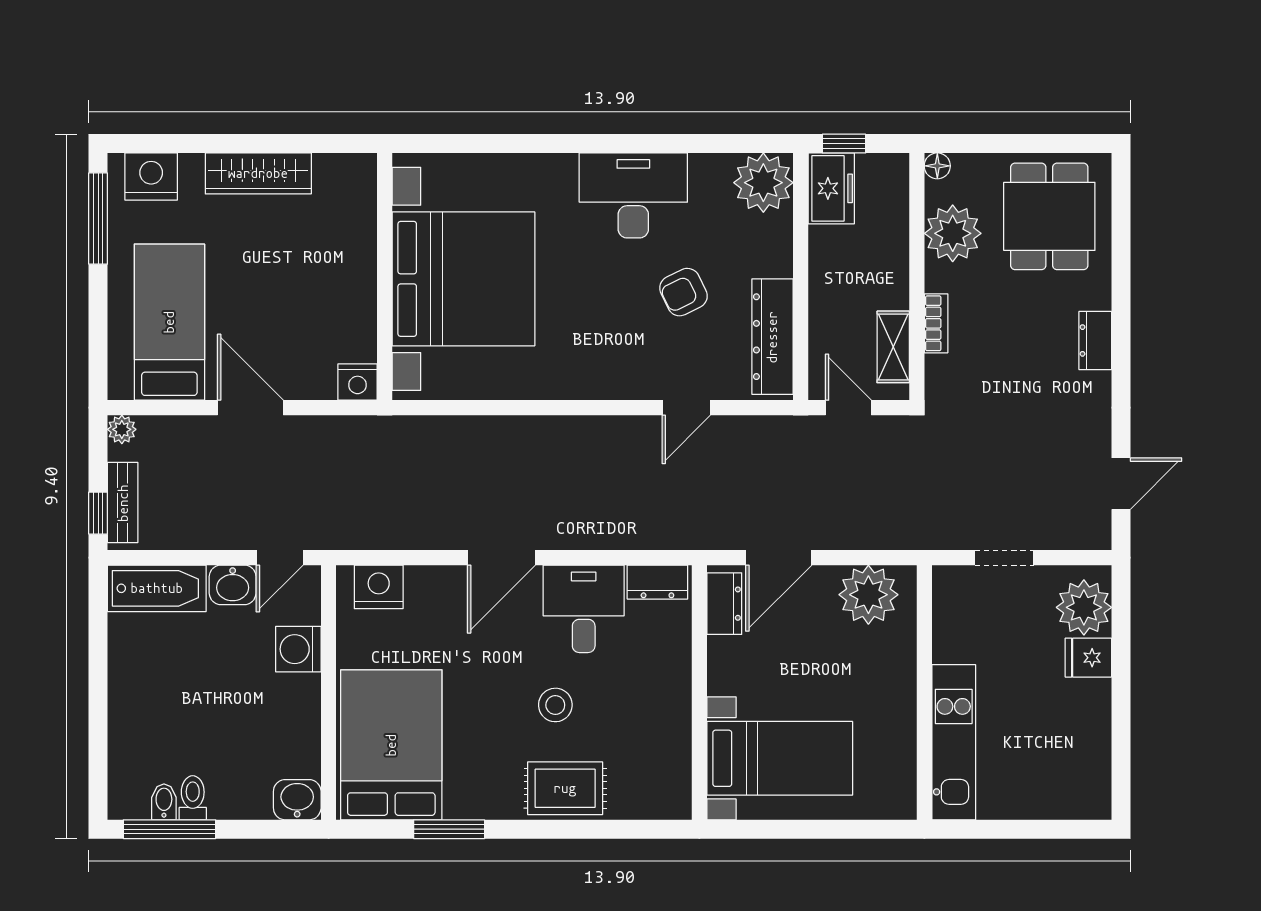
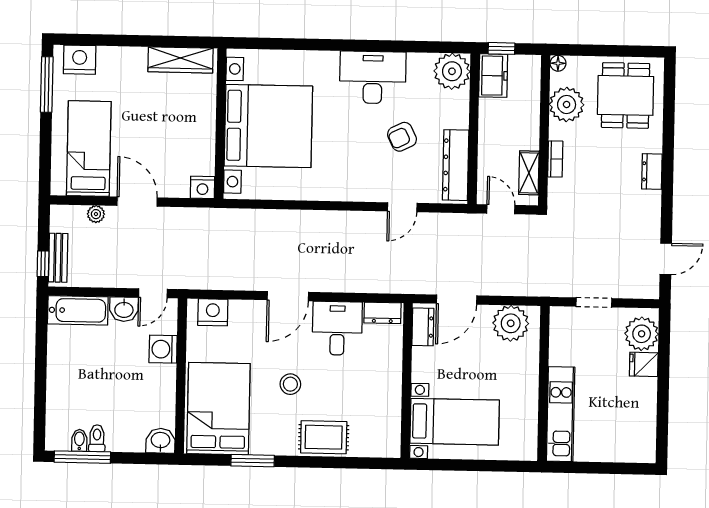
wardrobe: (258, 173) -> (181, 60), moved
plant: (122, 429) -> (96, 214), moved
stool: (555, 705) -> (290, 384), moved

